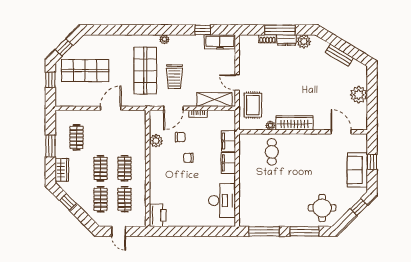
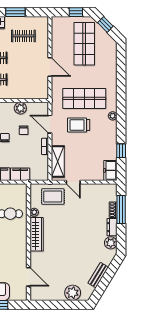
window: (280, 30) -> (121, 210), moved
freezer: (220, 42) -> (110, 170), width x0.71
door: (237, 83) -> (73, 182), swing flipped
plant: (359, 95) -> (73, 293), moved
door: (341, 132) -> (28, 277), hinge flipped

